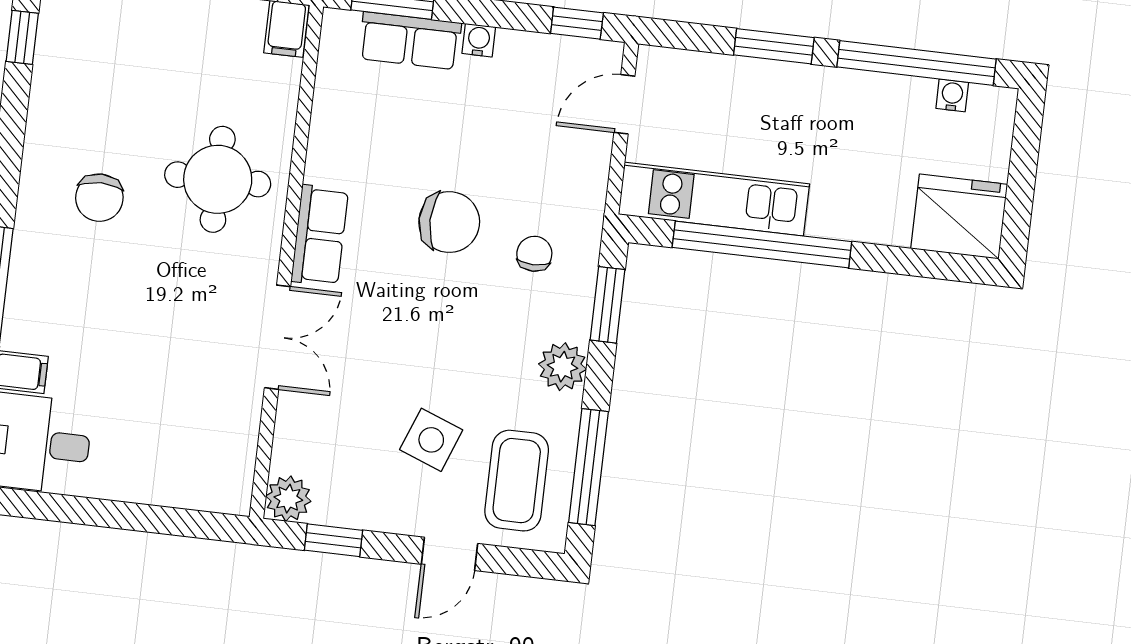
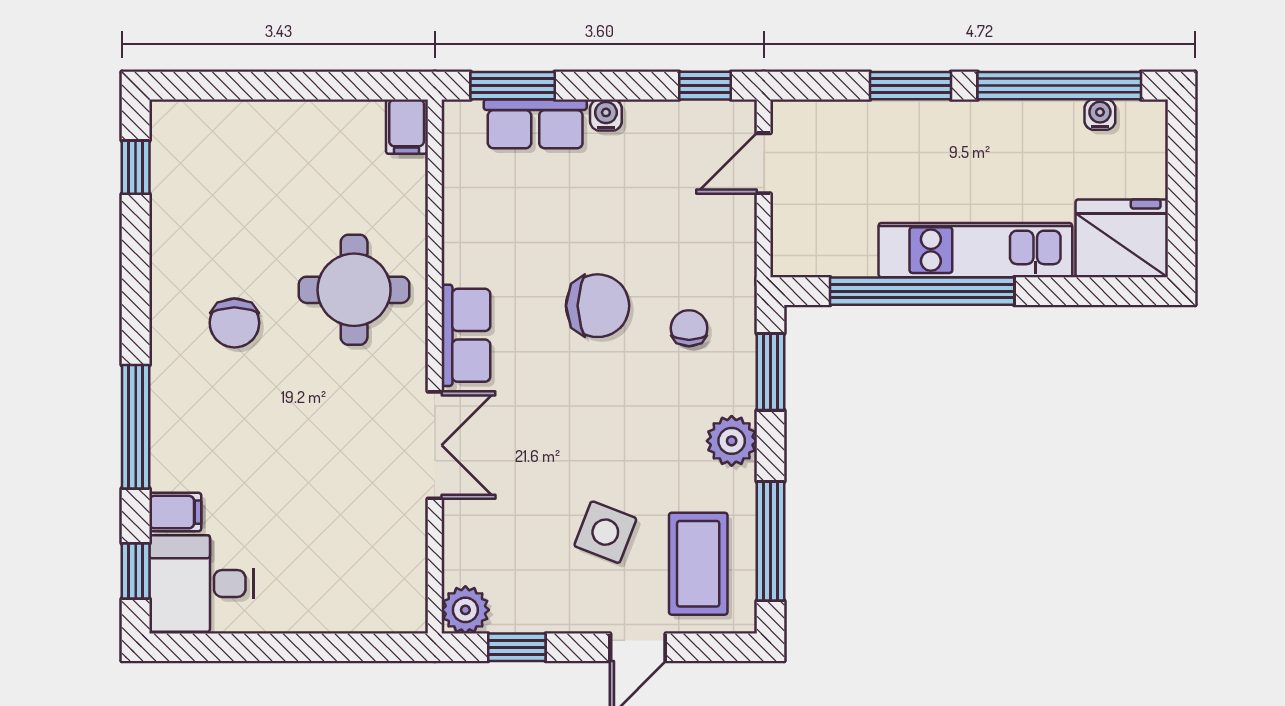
kitchen unit: (714, 199) -> (975, 250), moved

